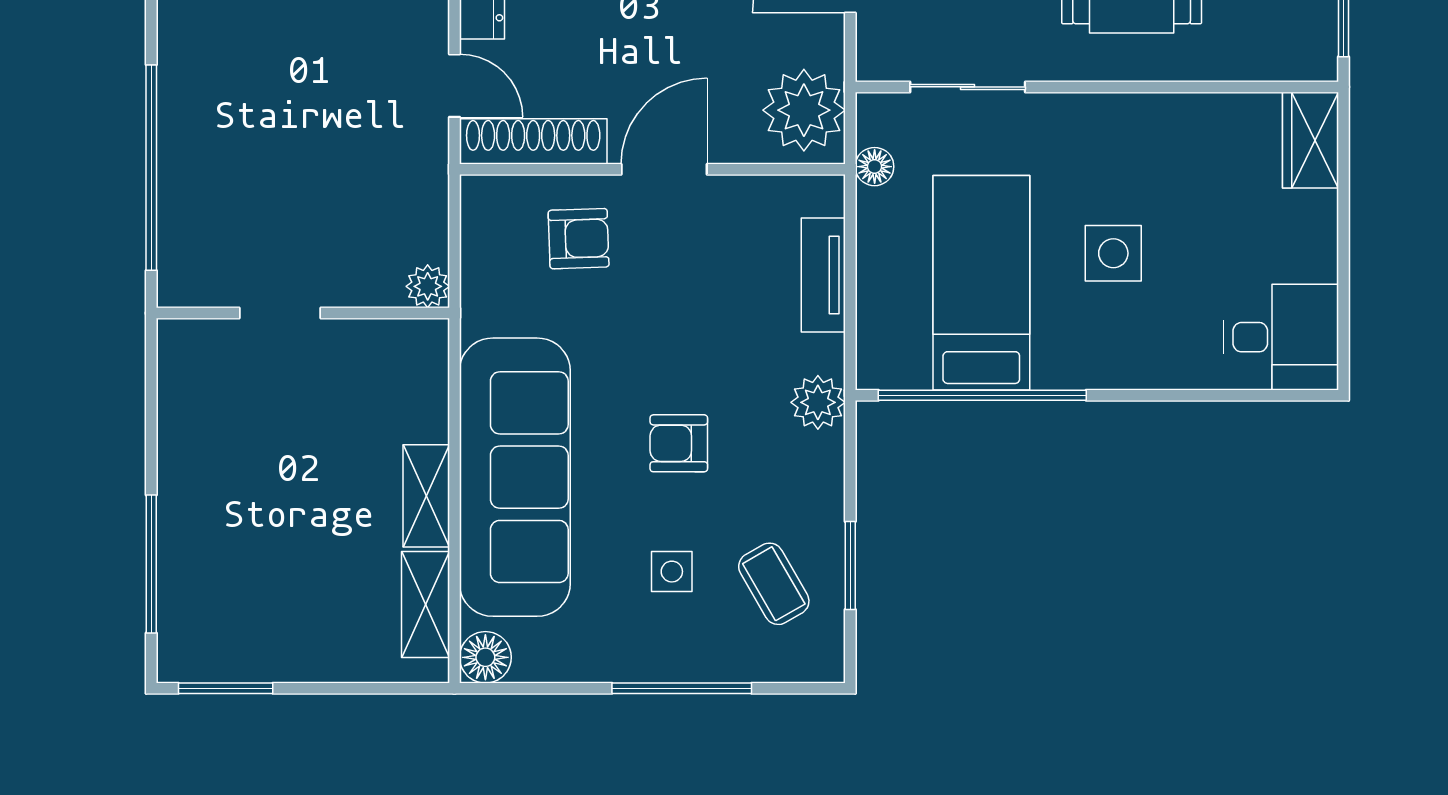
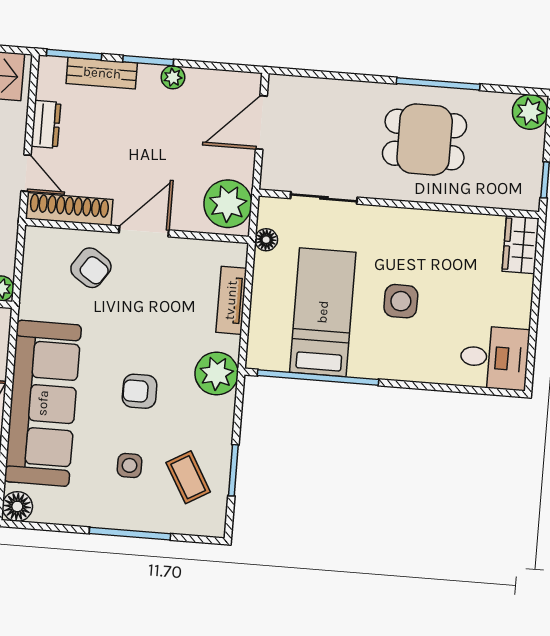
armchair: (579, 239) -> (91, 268), turned 36
plant: (818, 402) -> (217, 374), width x1.36, depth x1.36

